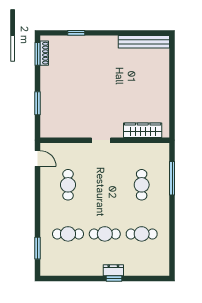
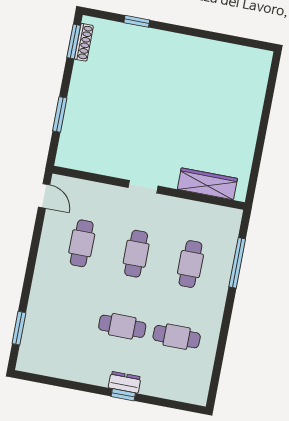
bench: (144, 42) -> (234, 54), removed
cafe table: (68, 234) -> (136, 254), moved, turned 90

